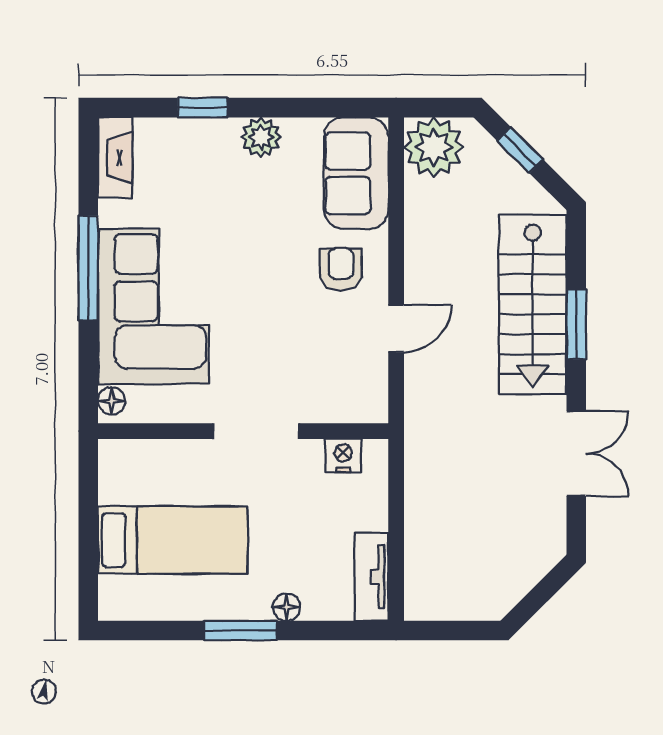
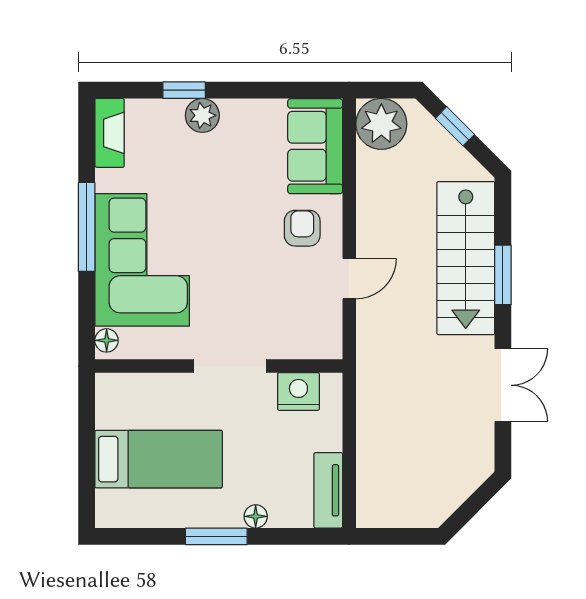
plant: (261, 137) -> (202, 115), moved
nightstand: (343, 455) -> (298, 391), width x1.36, depth x1.33

